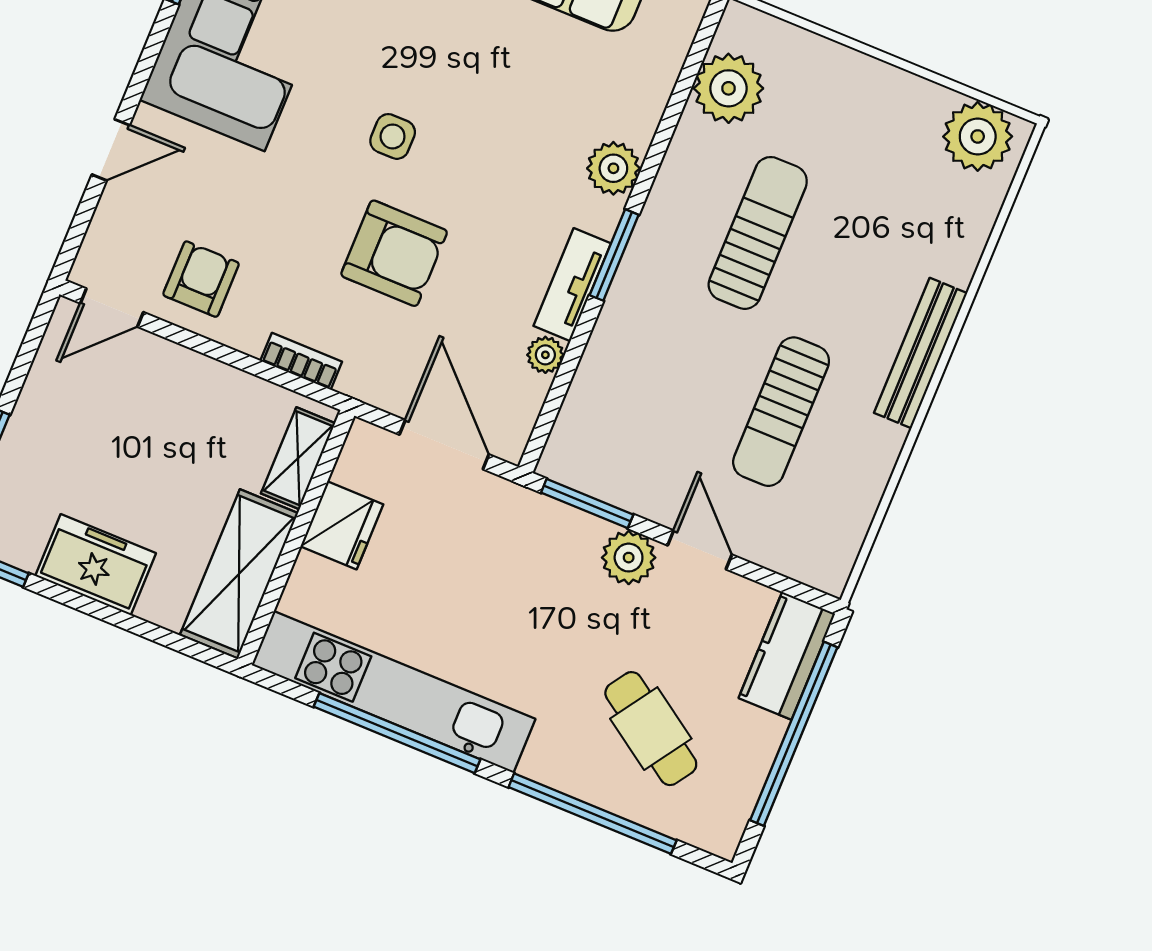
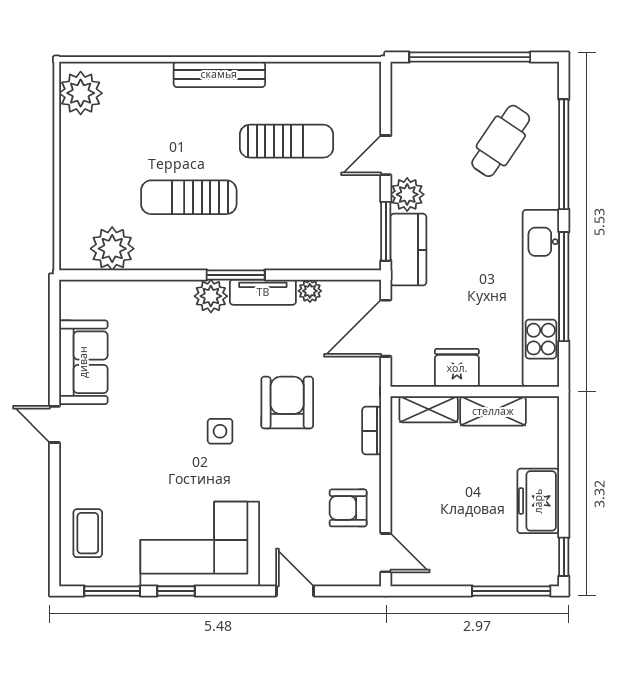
plant: (613, 168) -> (211, 296), moved
shelving: (239, 574) -> (493, 411), width x0.67, depth x0.75
kitchen counter: (787, 656) -> (408, 250), moved, turned -90

